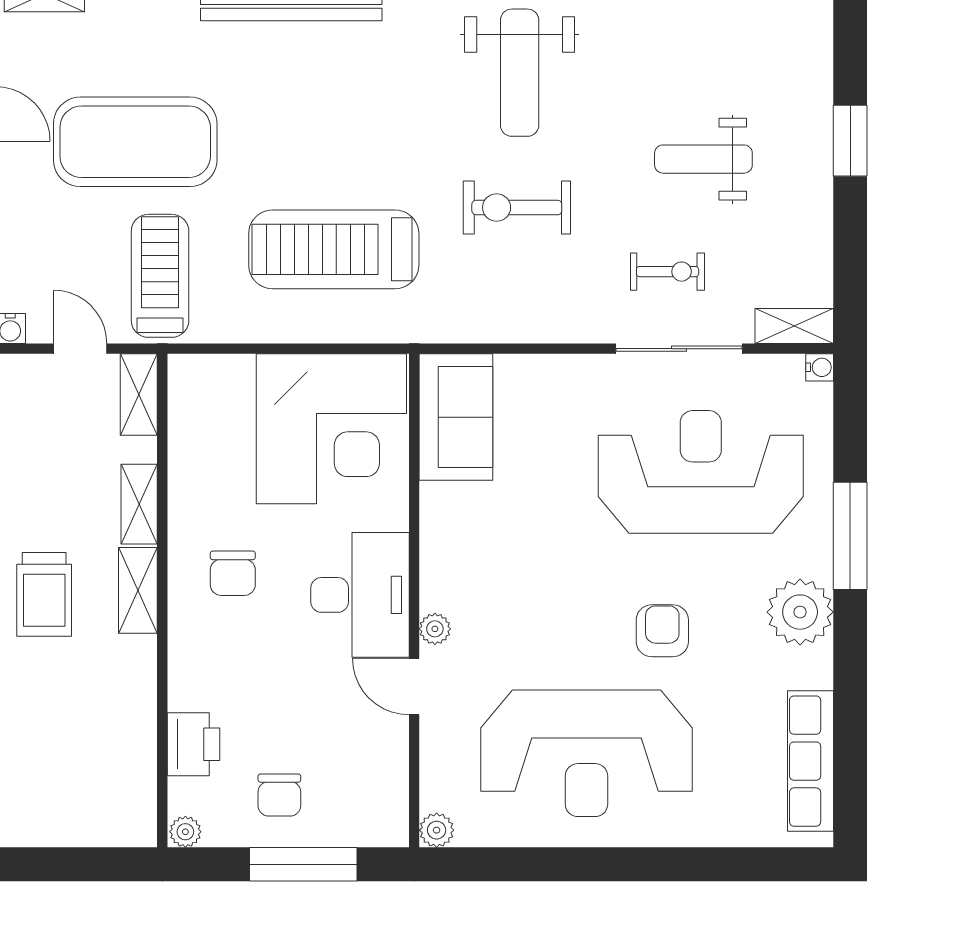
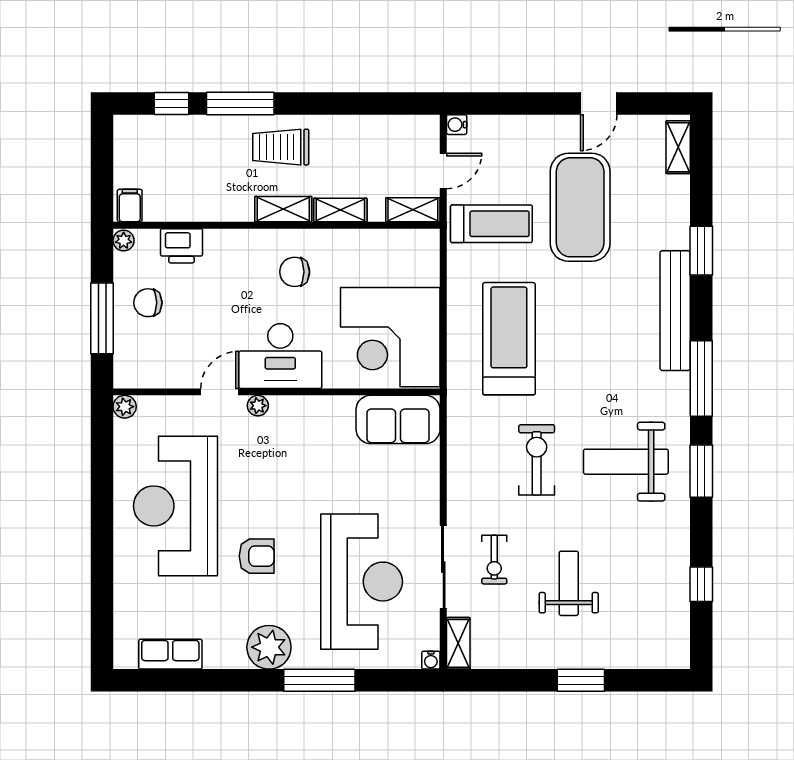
row of seats: (810, 761) -> (170, 654), width x0.68
filing cabinet: (132, 822) -> (130, 206), added

